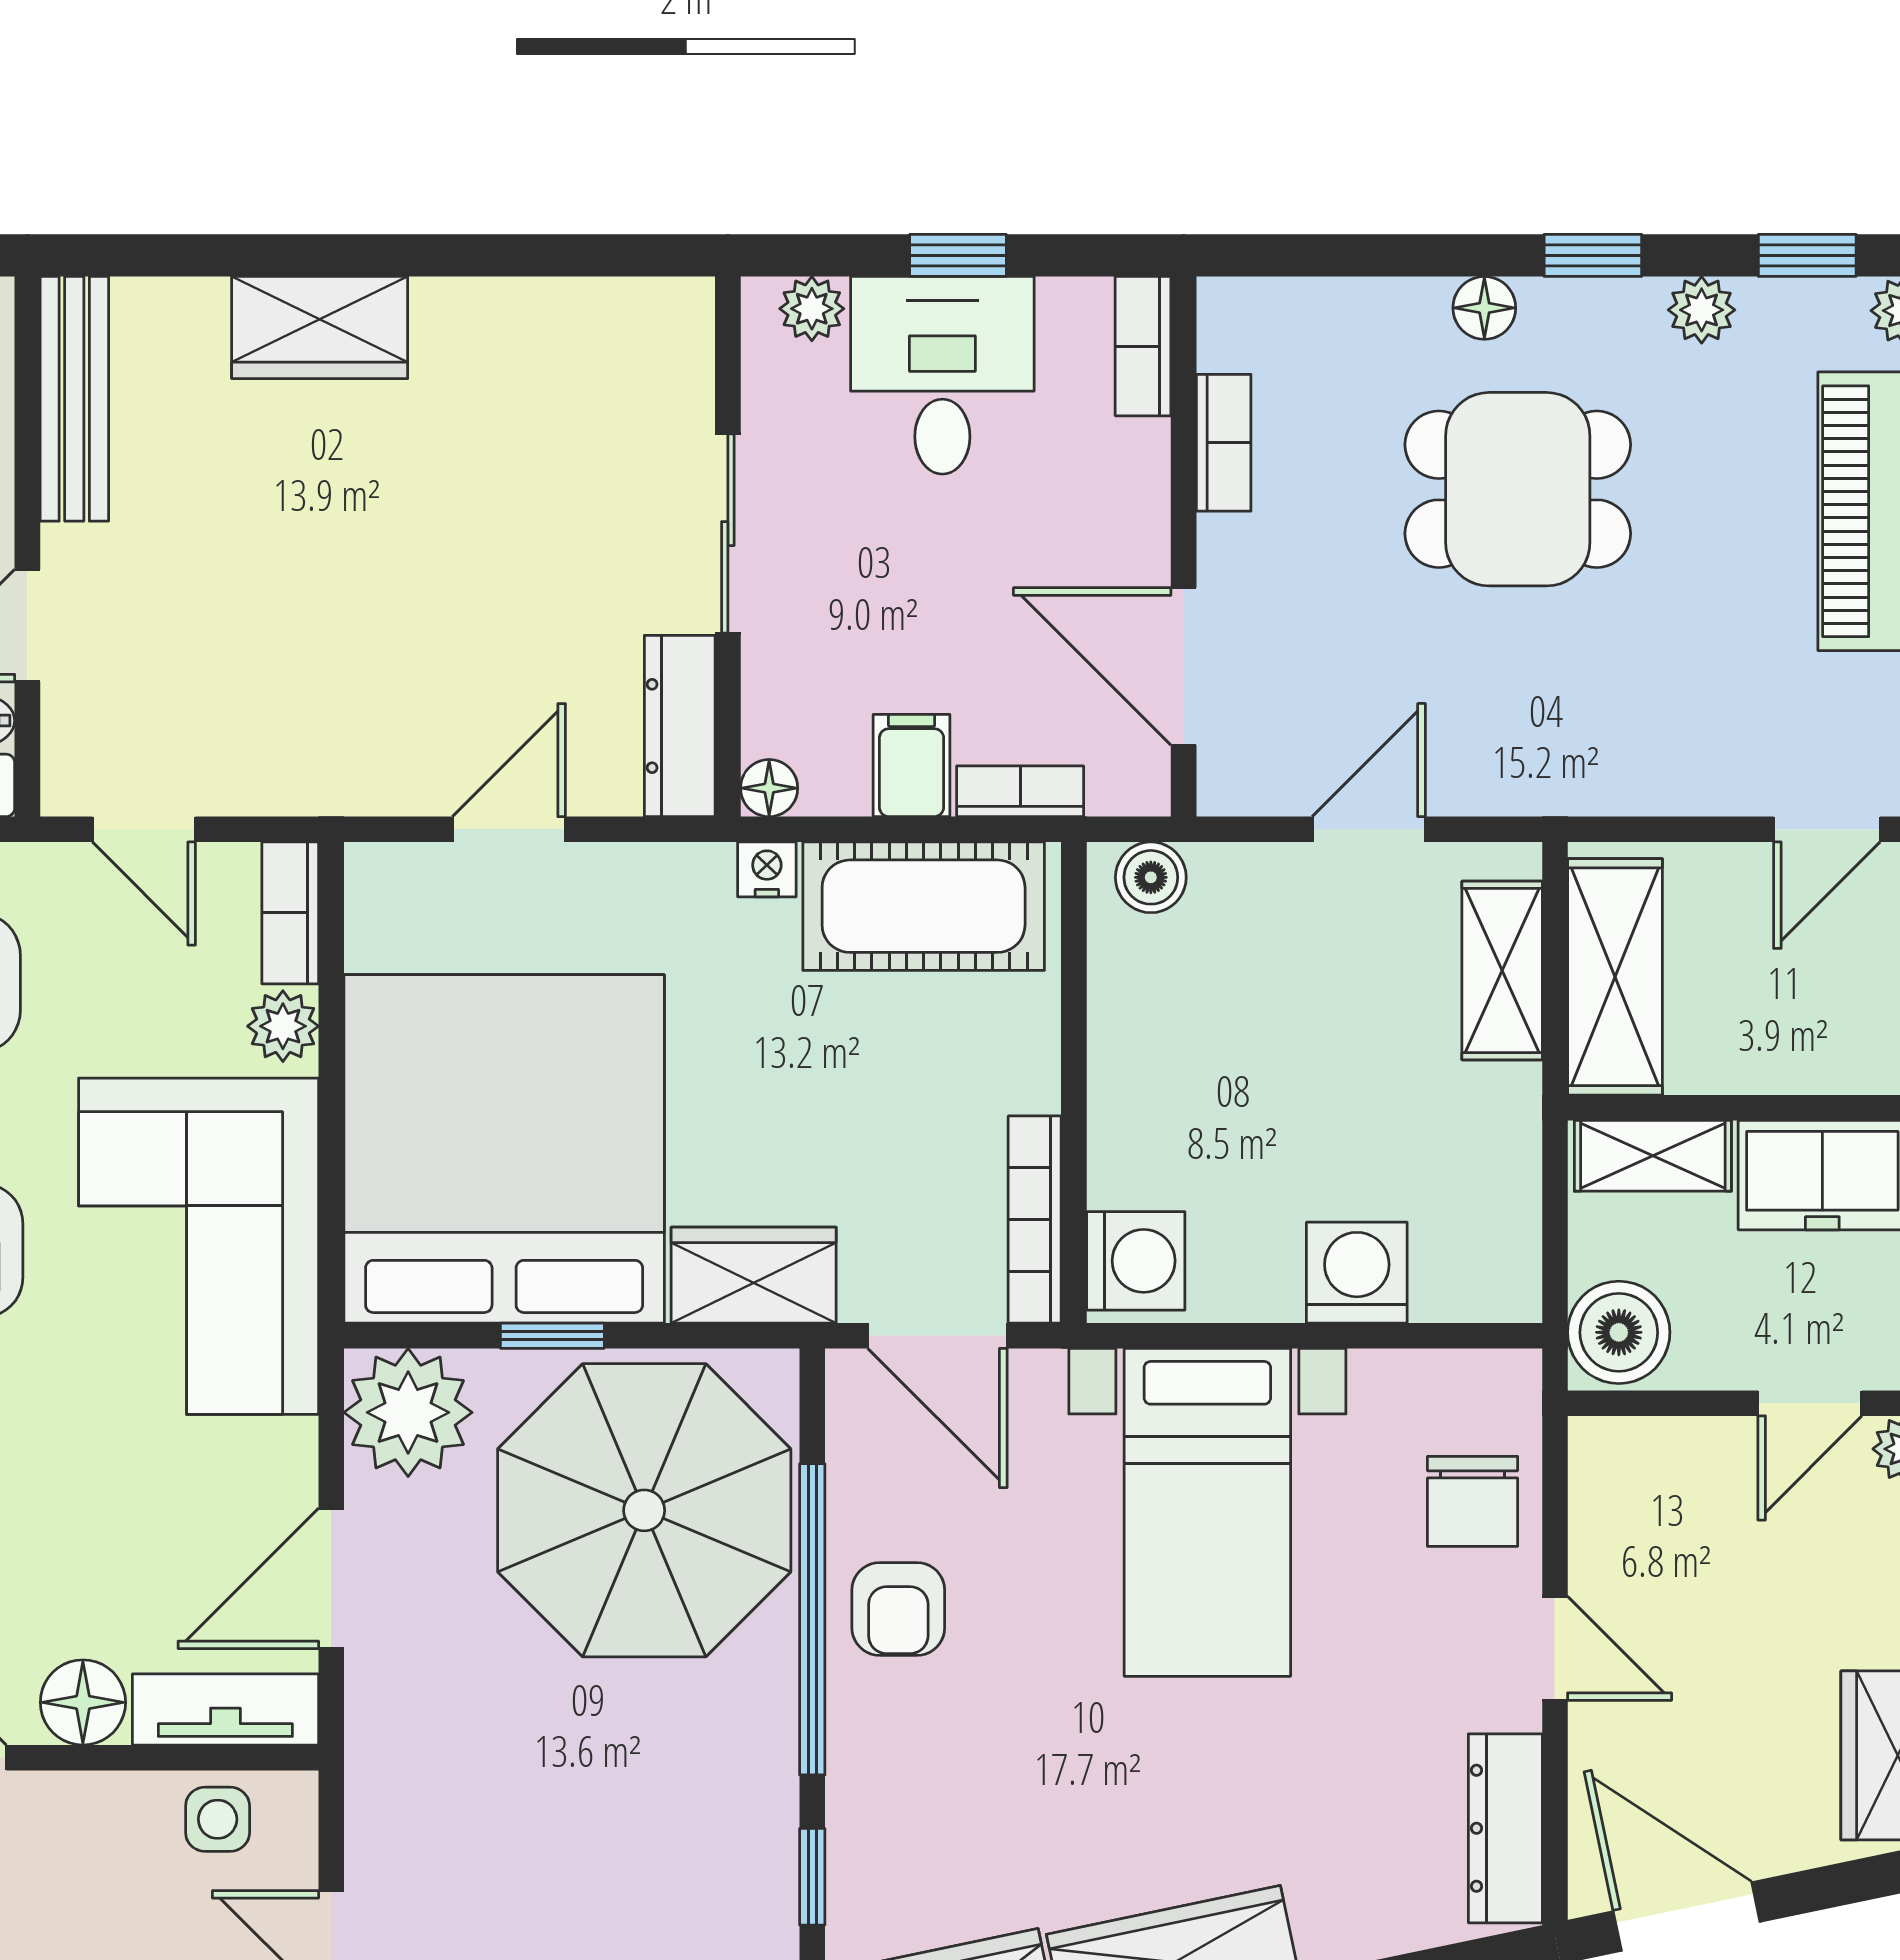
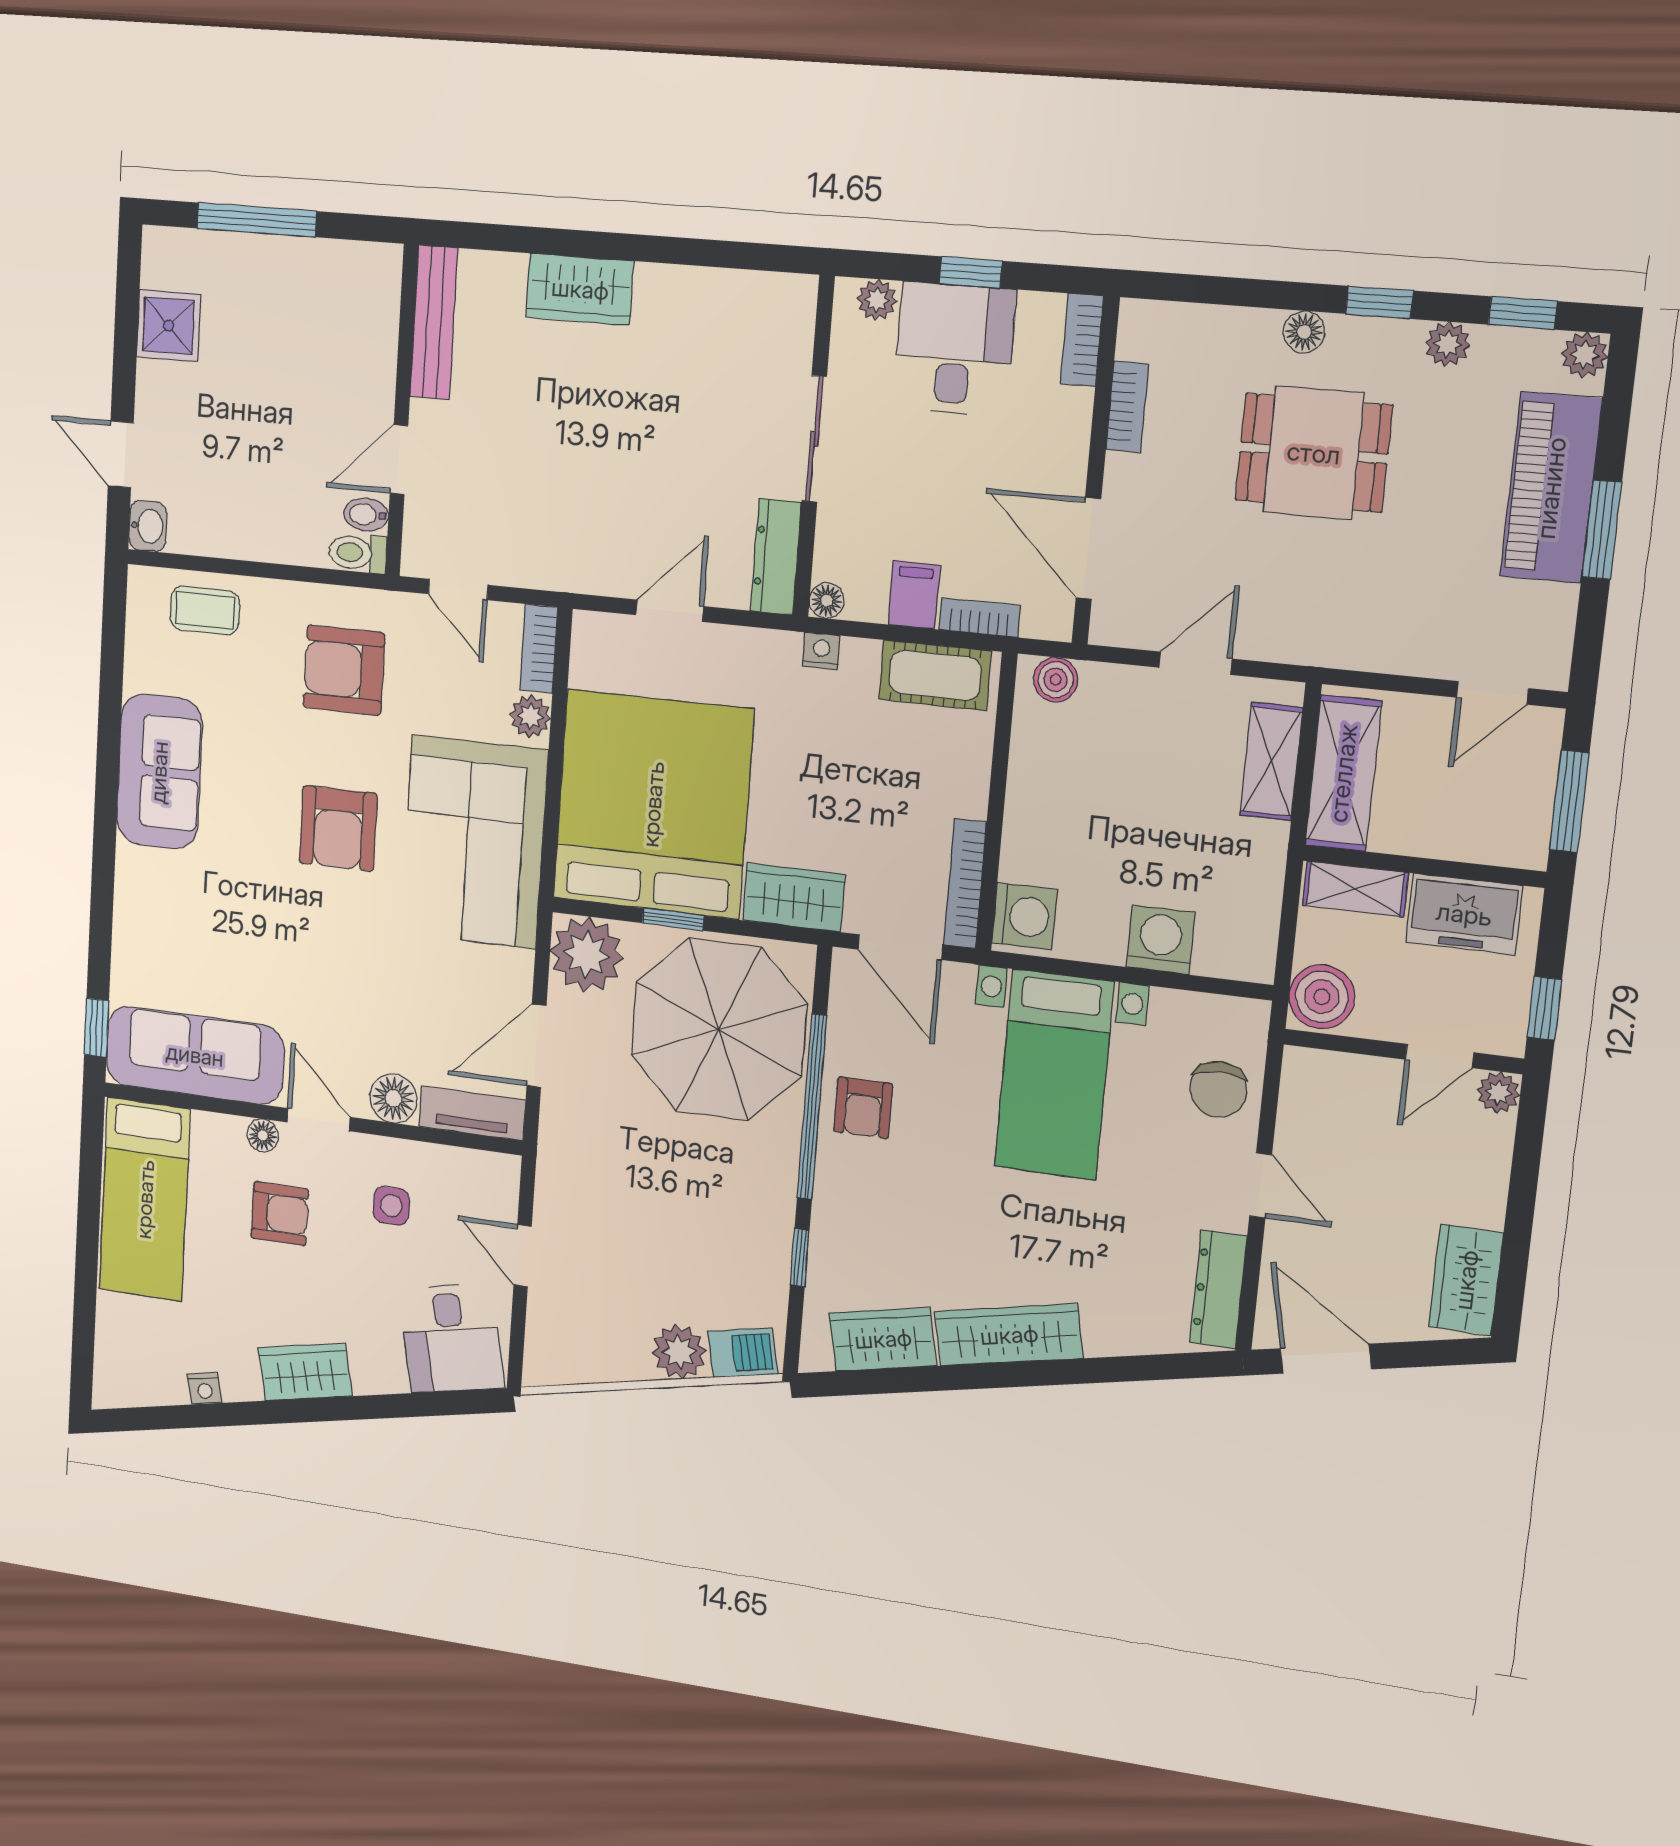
cot: (924, 906) -> (935, 675), width x0.73, depth x0.75
side table: (218, 1819) -> (391, 1206), moved

